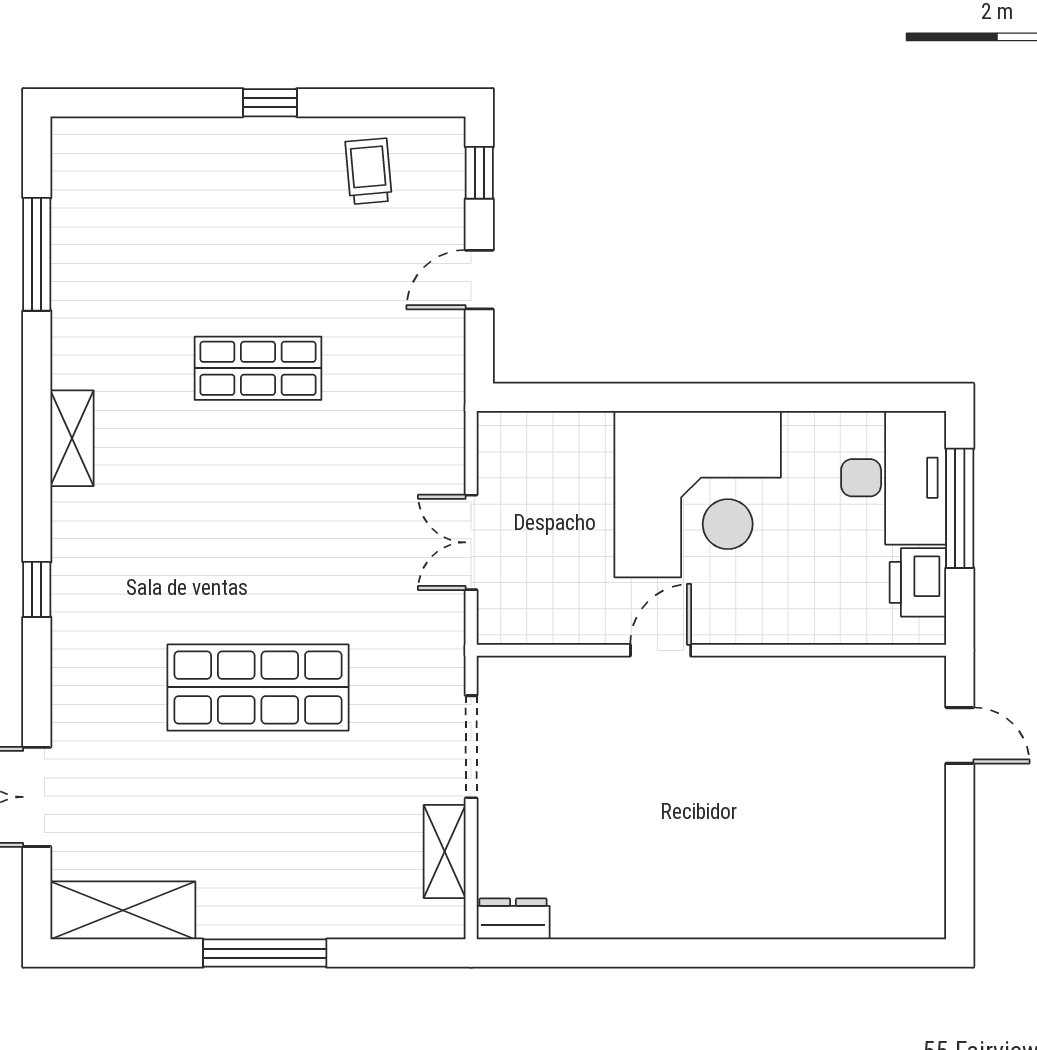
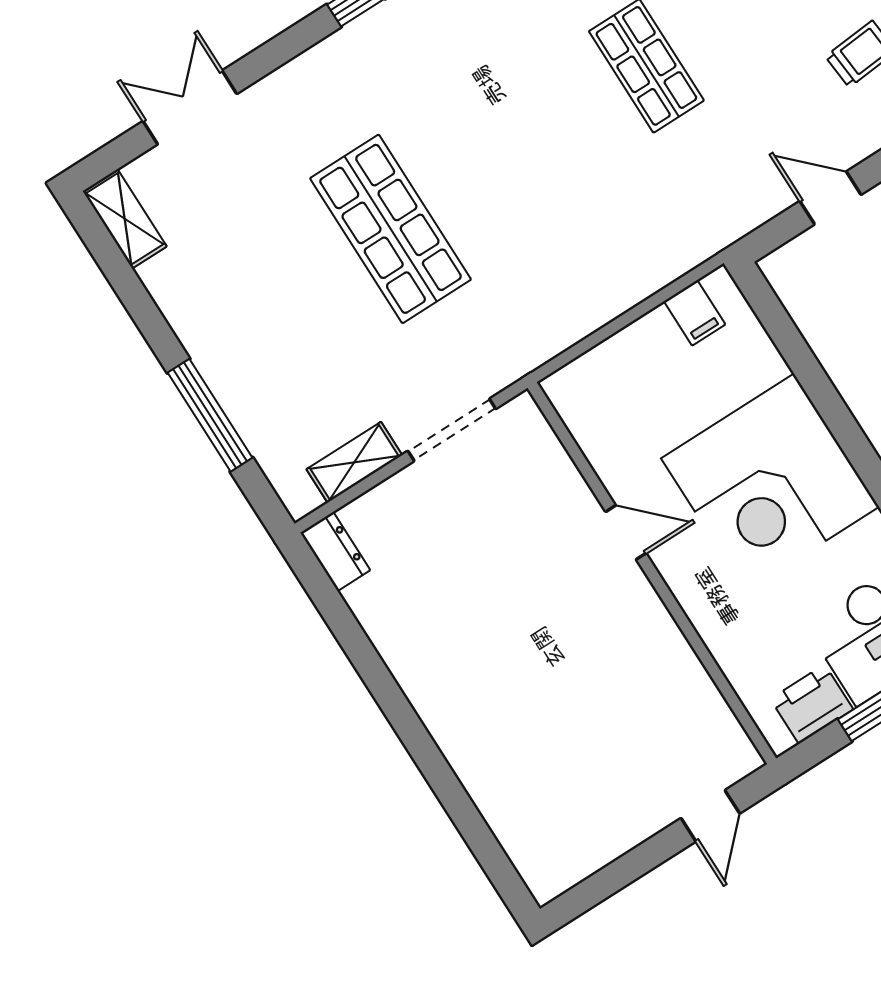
filing cabinet: (504, 465) -> (695, 313), added
double door: (471, 542) -> (616, 326), removed
shelving: (123, 910) -> (125, 219), width x0.67, depth x0.75
window: (265, 953) -> (210, 415), moved

